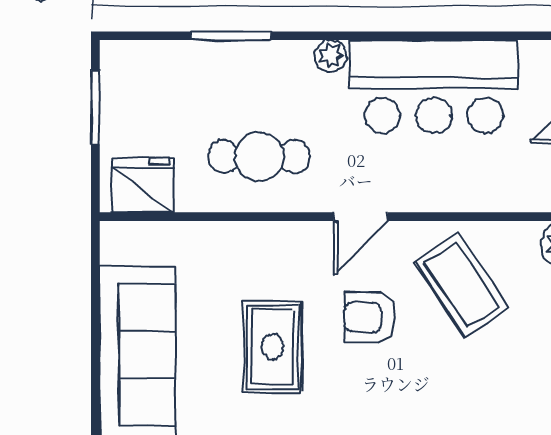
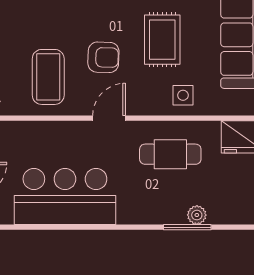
plant: (331, 56) -> (197, 215), moved
side table: (238, 254) -> (183, 95), added
coffee table: (462, 285) -> (48, 77), turned 34

